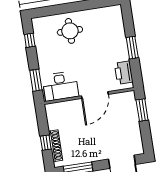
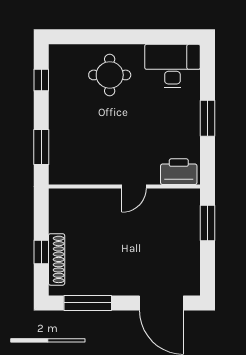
printer: (124, 73) -> (179, 172), moved, turned 90
desk: (60, 86) -> (172, 66), moved, turned 180
door: (95, 95) -> (134, 186), width x0.53

